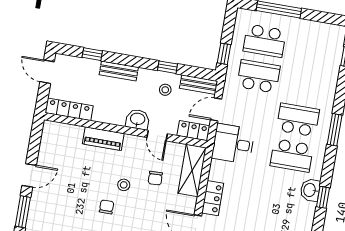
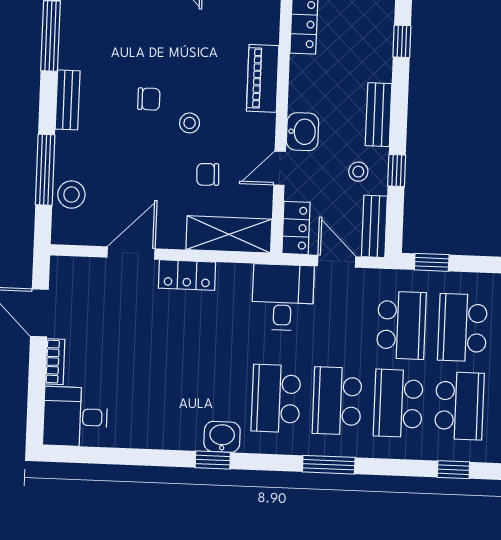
school desk: (310, 49) -> (459, 406), added
bench: (119, 71) -> (379, 115), moved
school desk: (304, 84) -> (398, 403), added
school desk: (298, 120) -> (337, 401), turned 180

